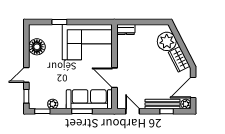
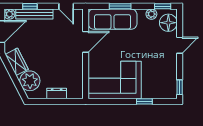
dresser: (126, 30) -> (57, 93), moved
floor lamp: (37, 47) -> (168, 23), moved
door: (114, 78) -> (86, 42), hinge flipped
window: (26, 96) -> (180, 87), moved

